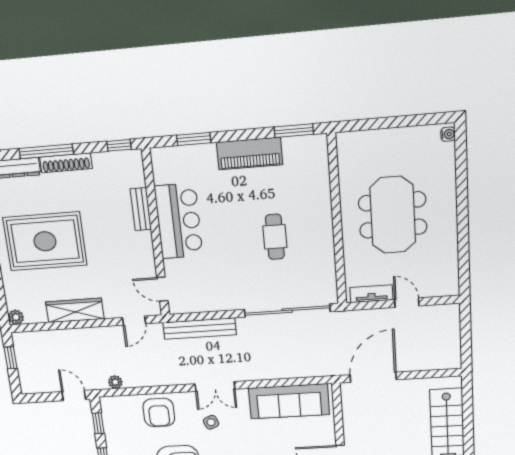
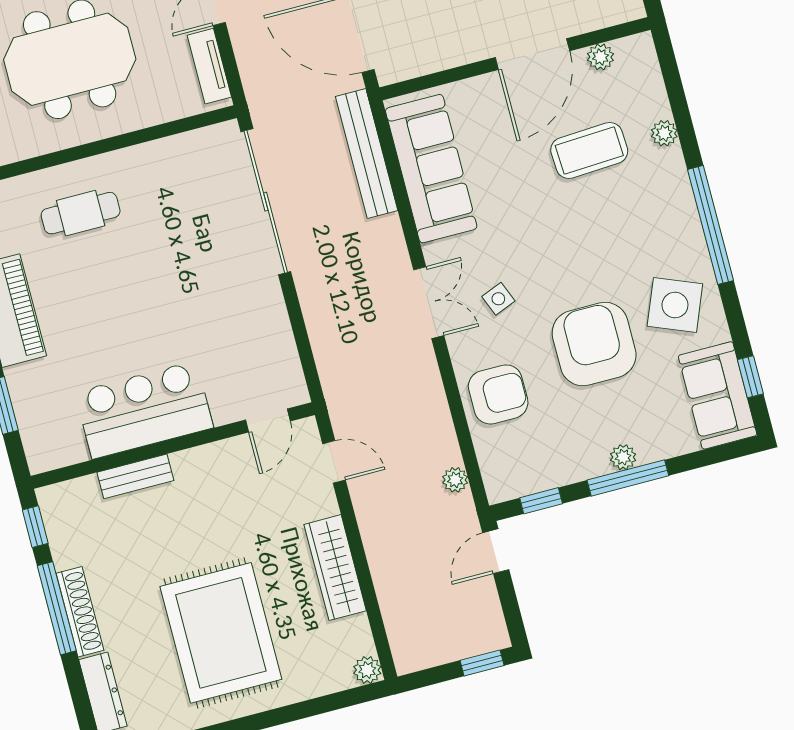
window: (46, 151) -> (57, 608), moved
cafe table: (275, 237) -> (81, 213), moved
bench: (200, 329) -> (367, 153), moved
window: (11, 358) -> (482, 663), moved

